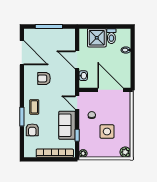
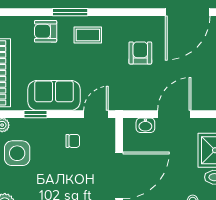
side table: (107, 131) -> (17, 153), moved

